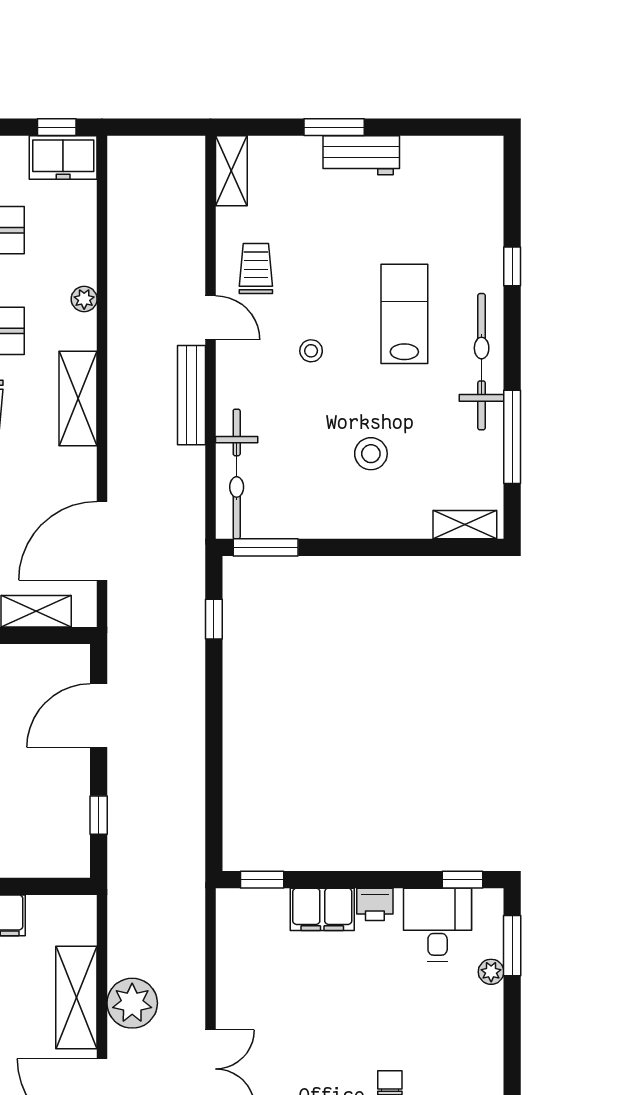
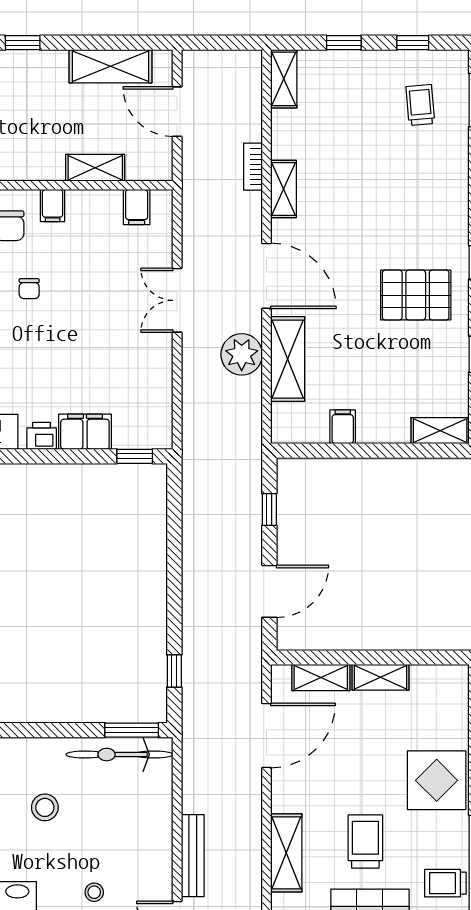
bicycle: (237, 474) -> (119, 755), moved, turned -90

